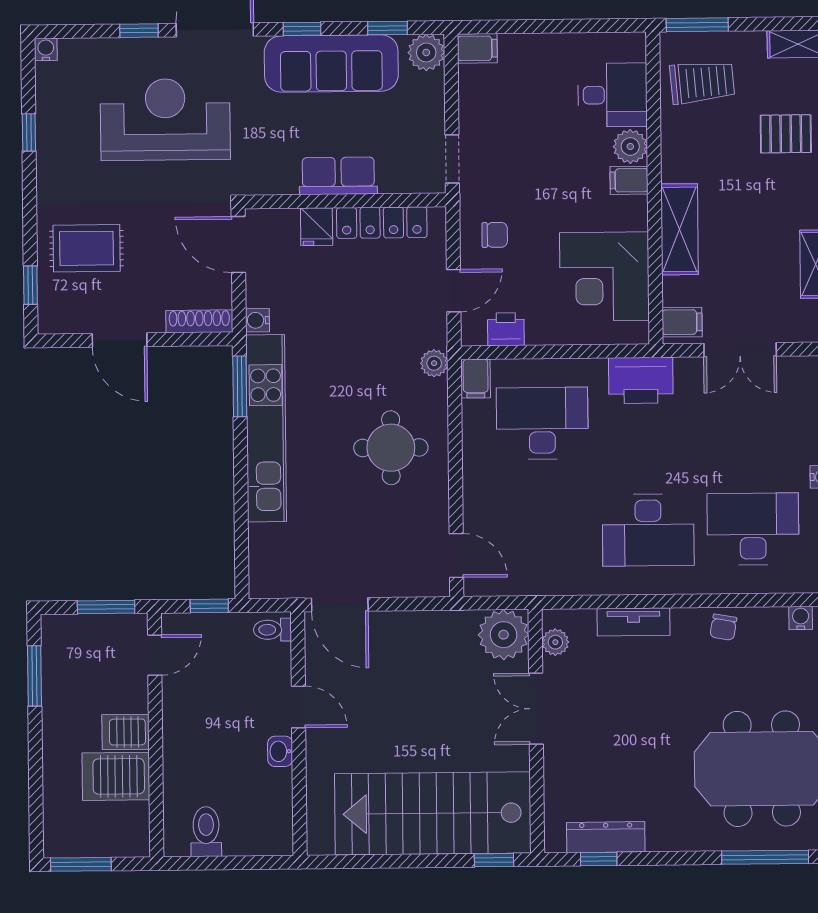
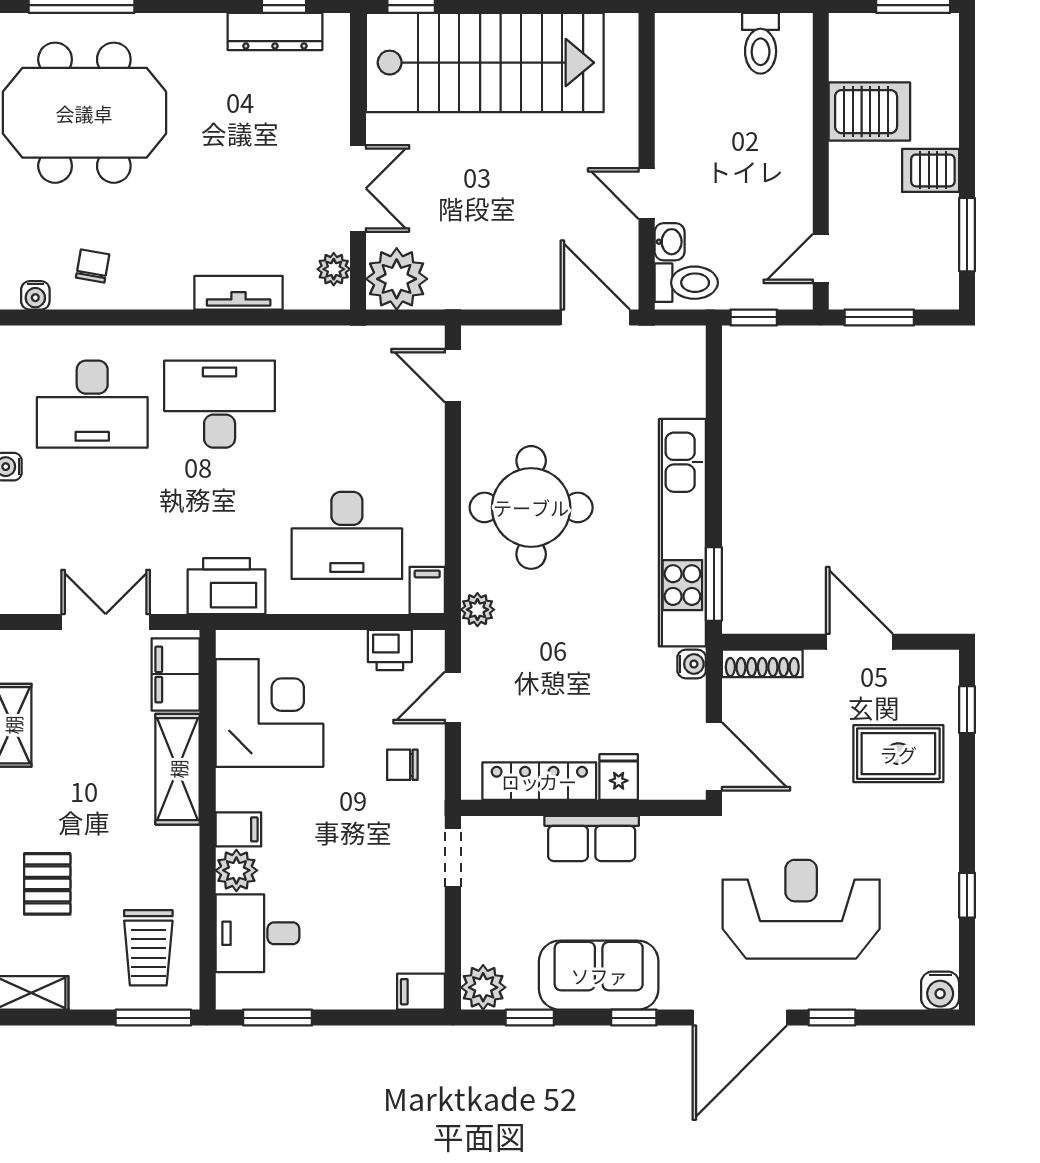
window: (595, 26) -> (278, 1018), added
water cooler: (46, 49) -> (940, 991), width x1.38, depth x1.38
sofa: (331, 64) -> (599, 975), width x0.73
trolley: (702, 82) -> (148, 948), turned -85
reception desk: (165, 119) -> (801, 909), turned 180
pallet: (786, 134) -> (47, 884), turned 90
filing cabinet: (682, 322) -> (176, 674), width x2.00
round table: (391, 448) -> (531, 507), width x1.36, depth x1.36
chair: (723, 627) -> (93, 266), moved
toilet: (272, 630) -> (686, 283), width x1.37, depth x1.39
server rack: (126, 732) -> (931, 170), moved, turned 180
washbasin: (280, 751) -> (670, 242), moved

